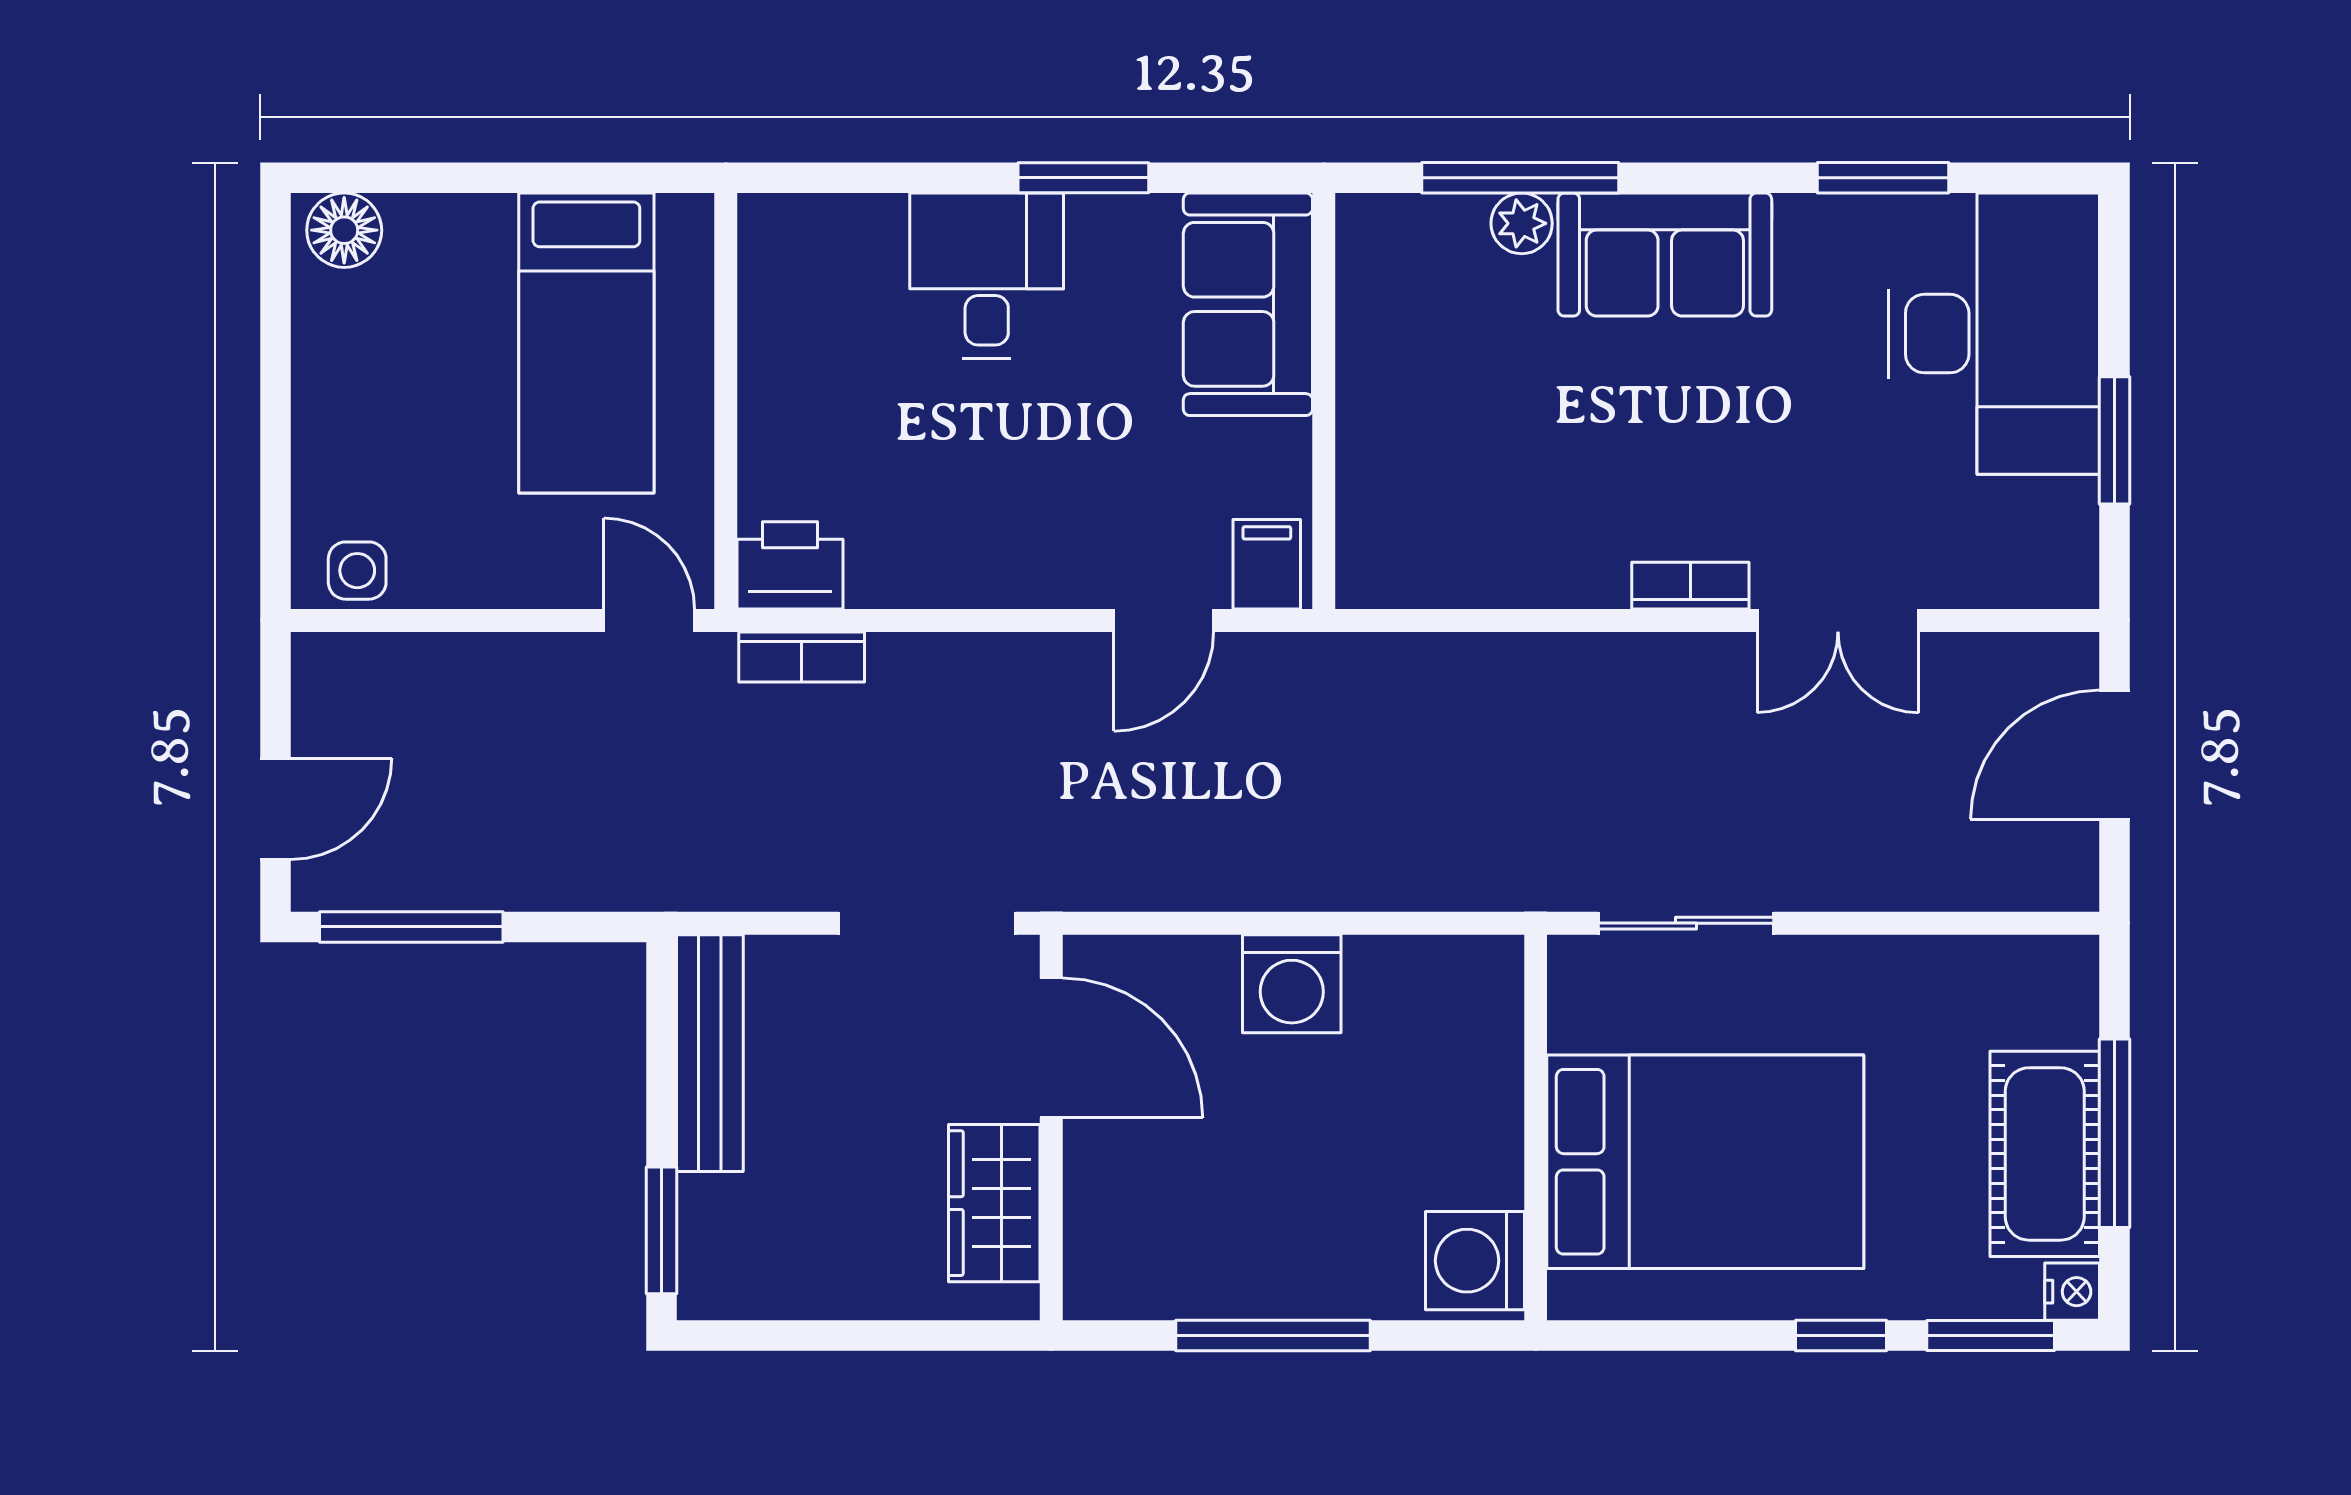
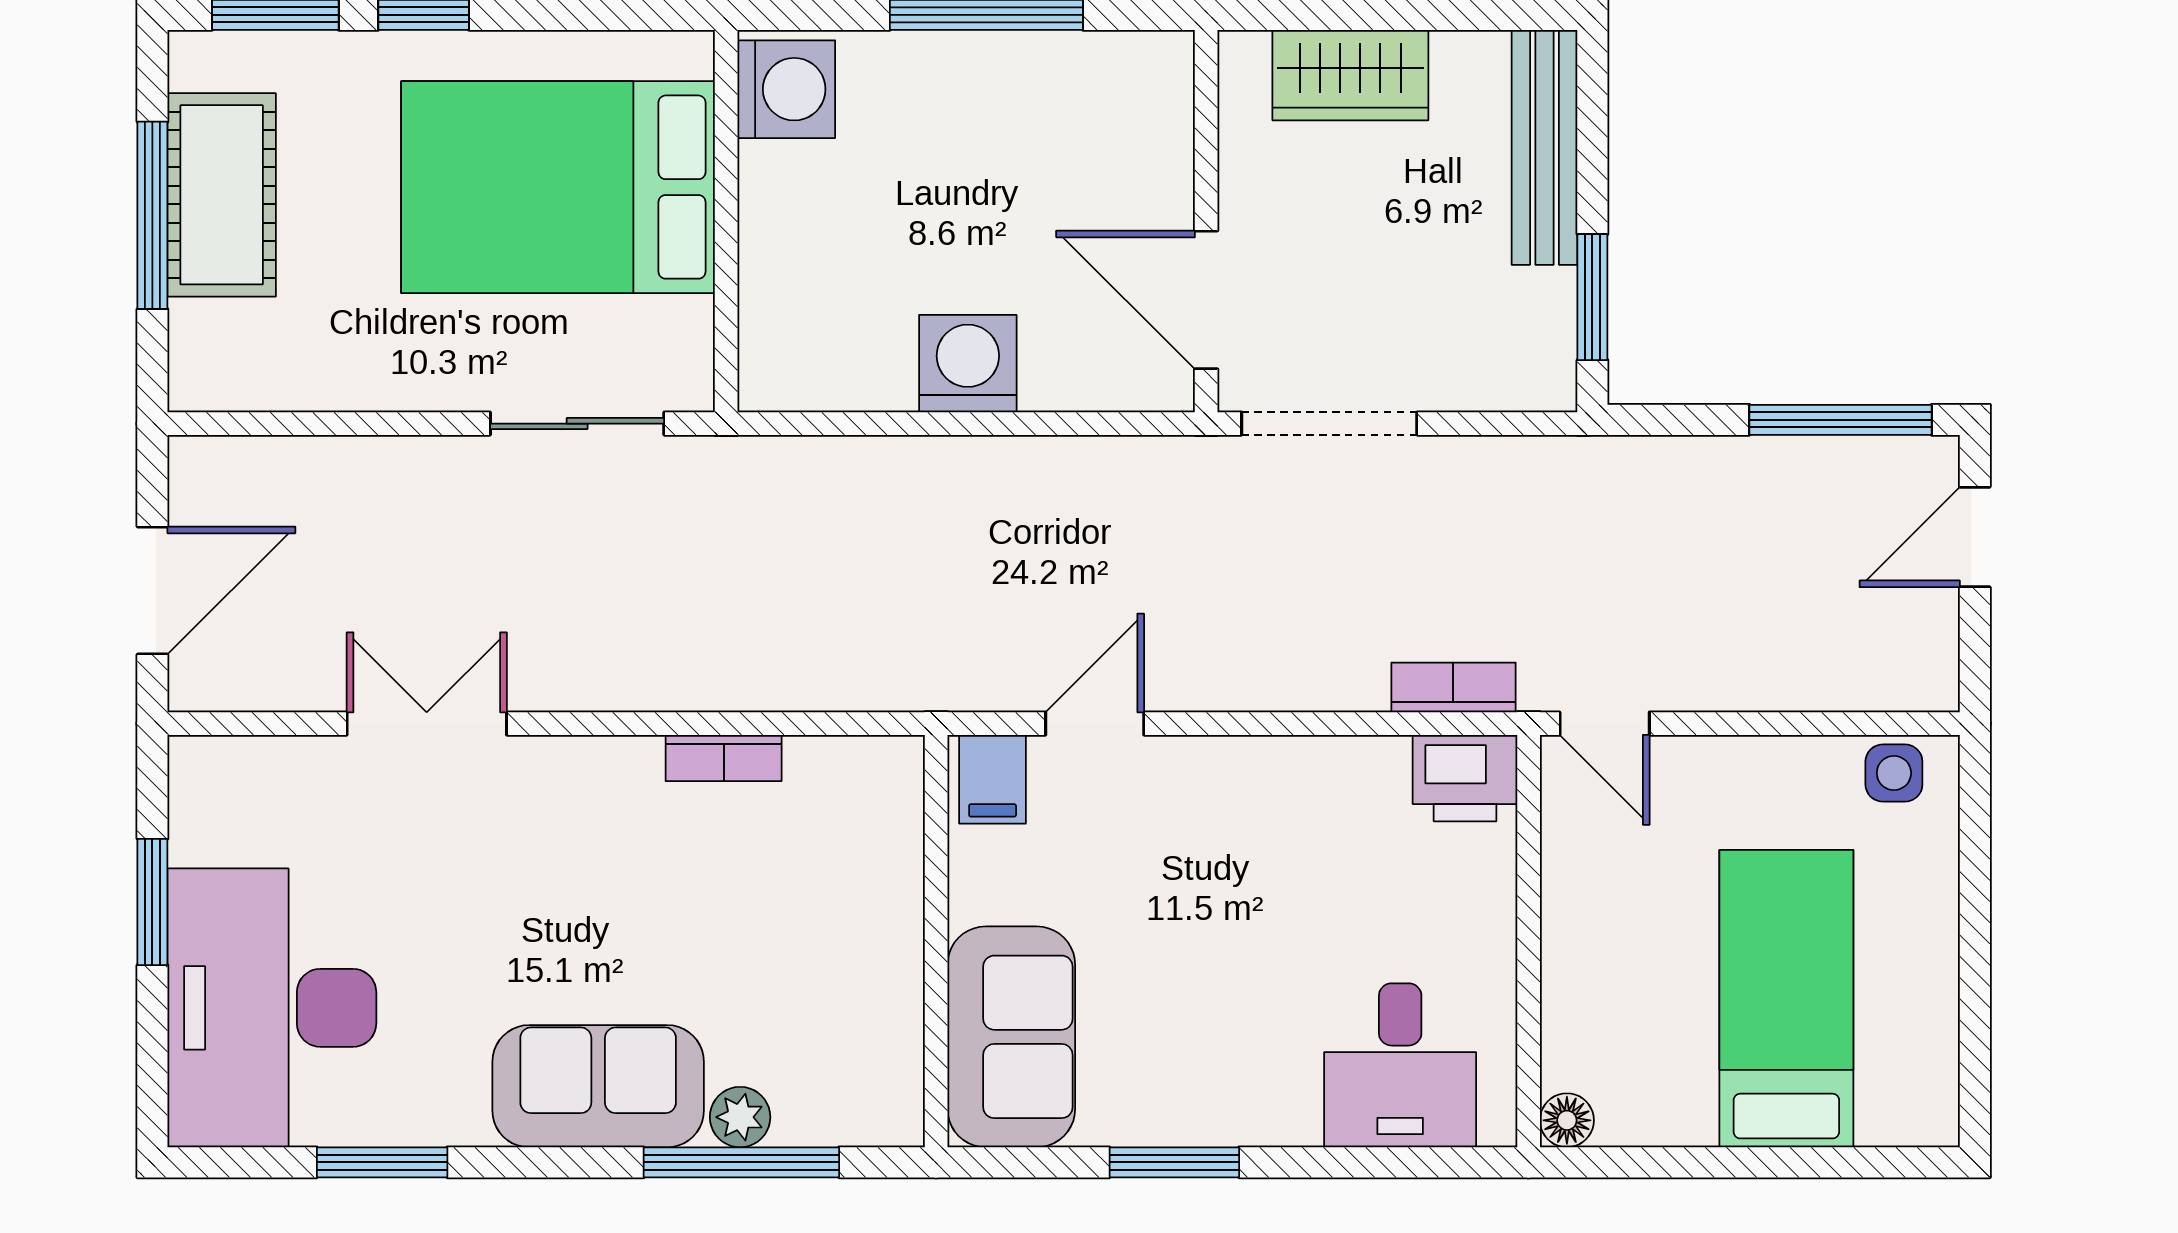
floor lamp: (344, 230) -> (1567, 1120), moved, width x0.73, depth x0.73
desk: (987, 276) -> (1400, 1065), moved
bed: (586, 343) -> (1786, 999), moved
bookcase: (1690, 586) -> (724, 758), moved
bench: (710, 1053) -> (1545, 147), moved
wardrobe: (994, 1203) -> (1350, 75), moved, turned 90
window: (662, 1230) -> (1592, 297), moved
nightstand: (2072, 1292) -> (194, 58), removed

